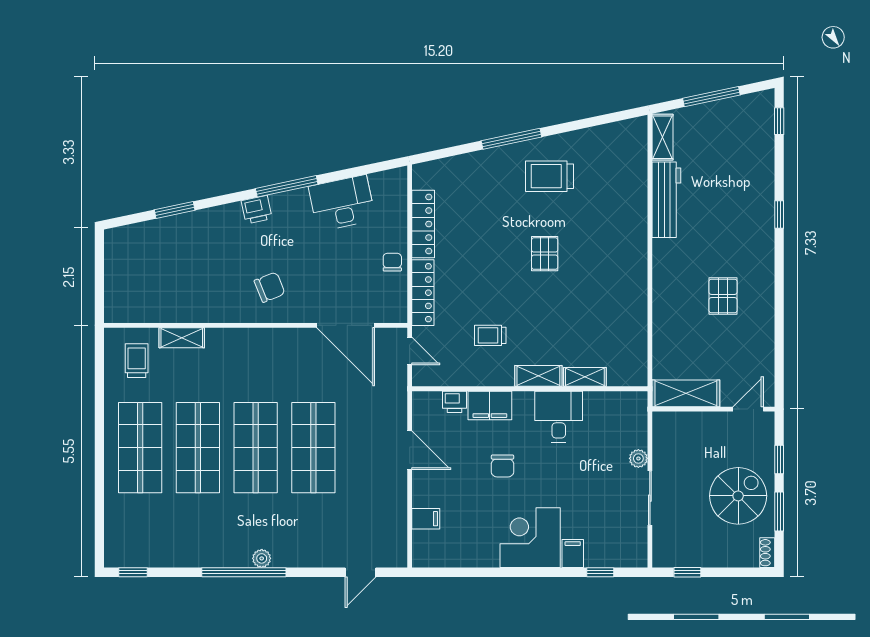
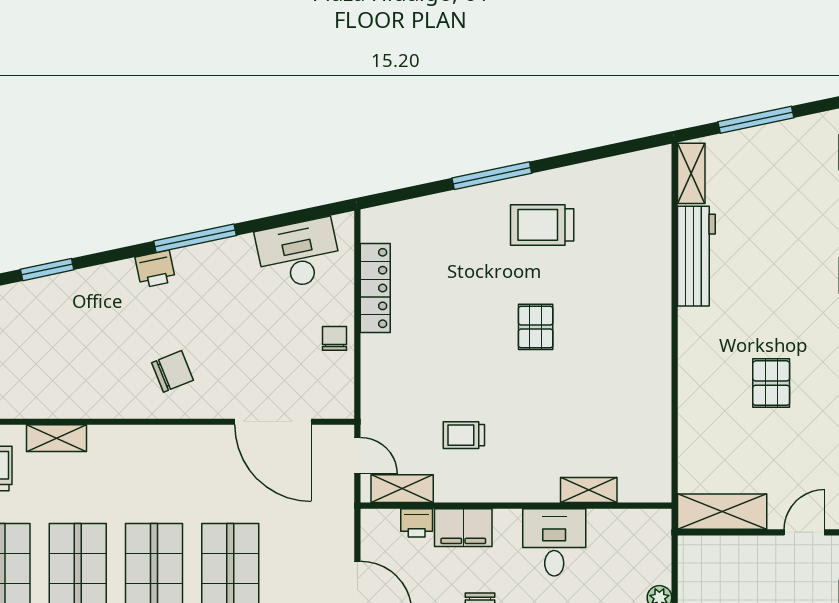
desk: (342, 203) -> (298, 254), moved
locker: (423, 293) -> (375, 379), removed
shelving: (538, 376) -> (402, 489), moved

